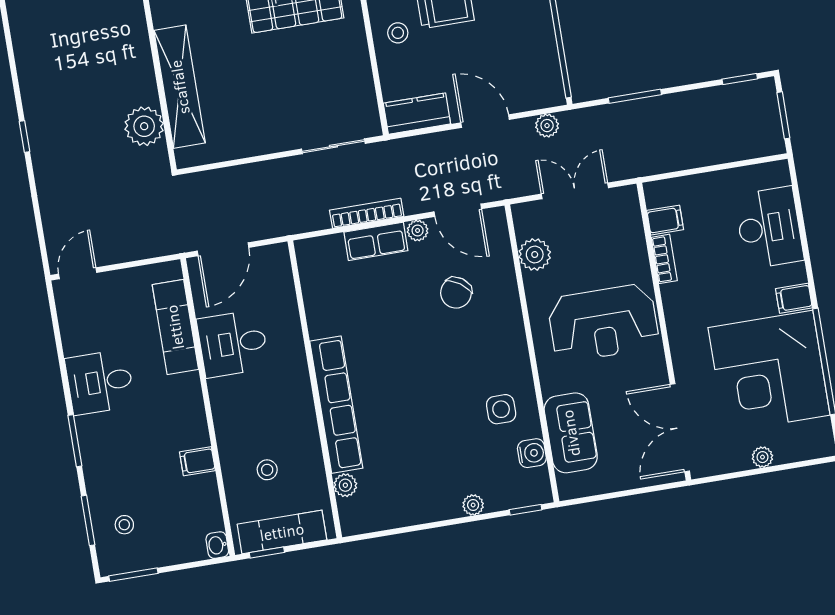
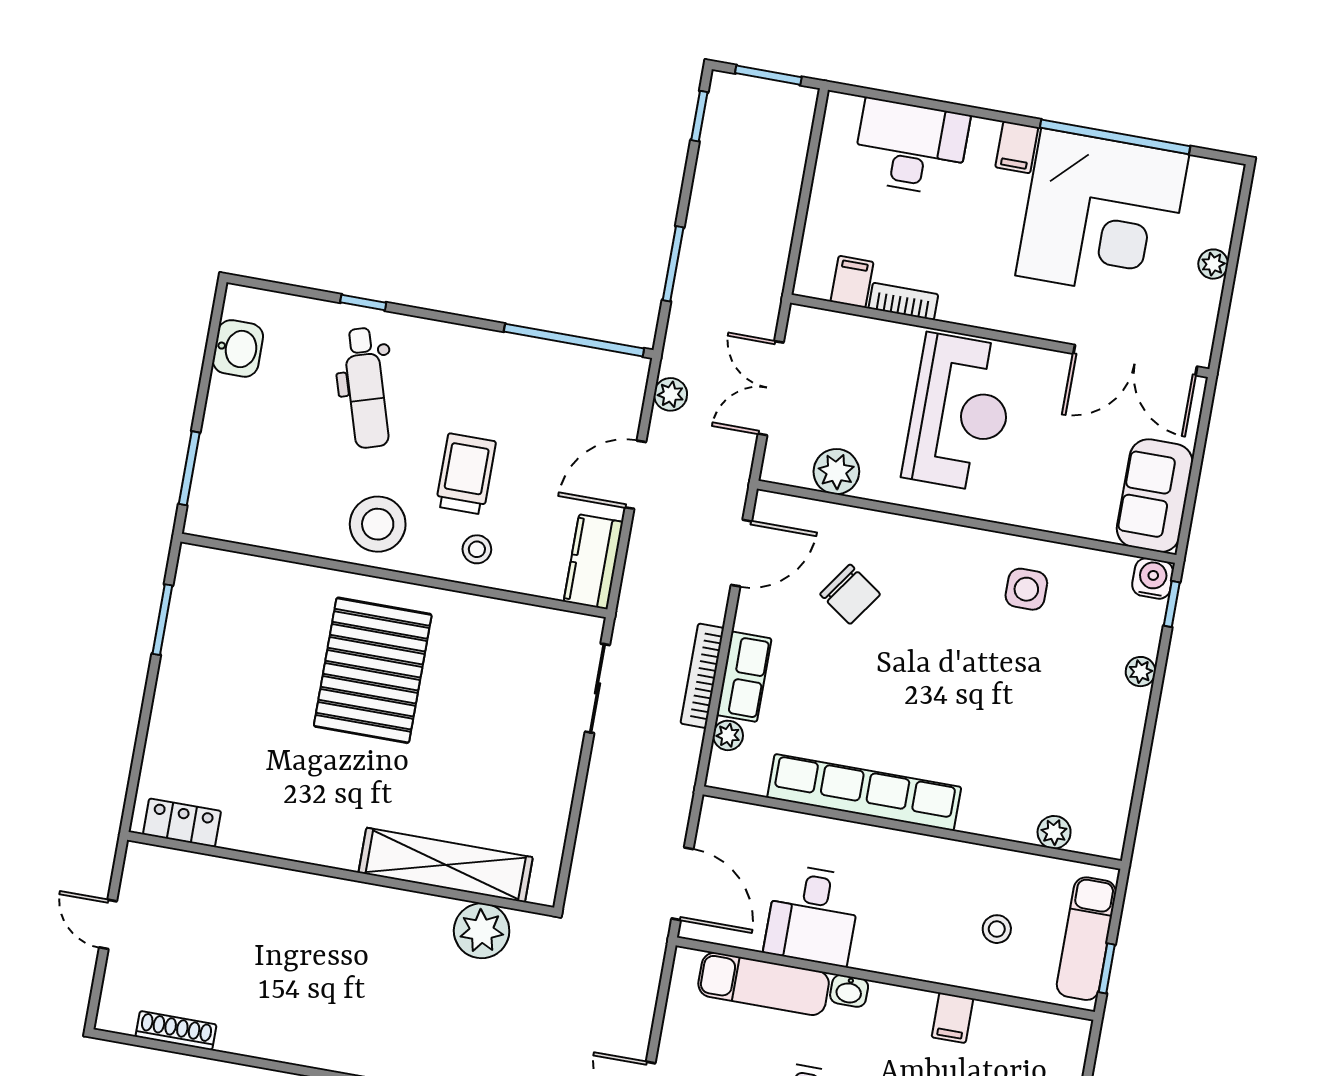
plant: (418, 231) -> (728, 735), moved
row of seats: (336, 405) -> (864, 792), moved
sofa: (571, 433) -> (1155, 496), moved, turned -90
water cooler: (532, 453) -> (1153, 578), moved
washbasin: (217, 545) -> (849, 991), moved

